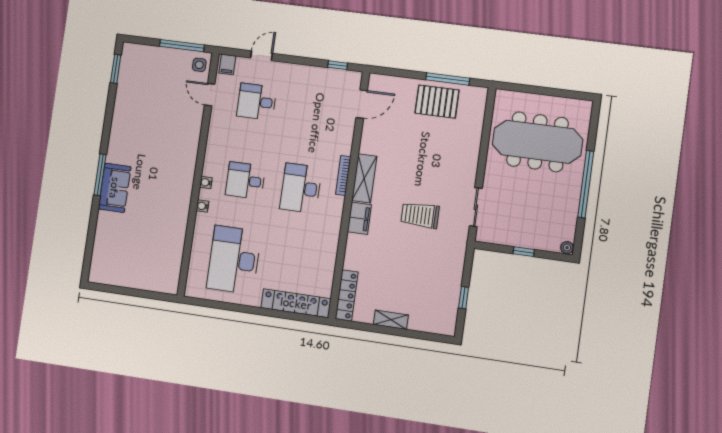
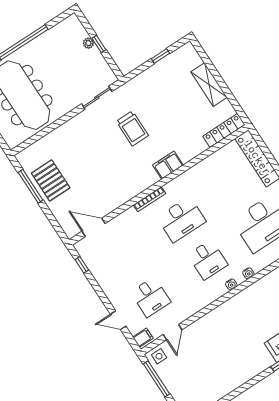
shelving: (364, 178) -> (140, 184), removed
plant: (567, 248) -> (88, 43), moved
shelving: (391, 320) -> (209, 85), width x1.50, depth x1.33

